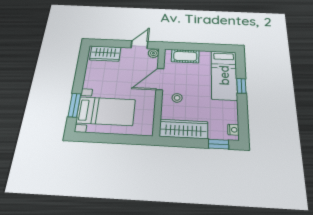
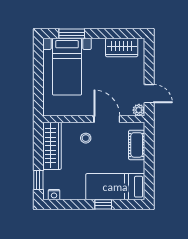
wardrobe: (105, 54) -> (122, 47), moved, turned -90

